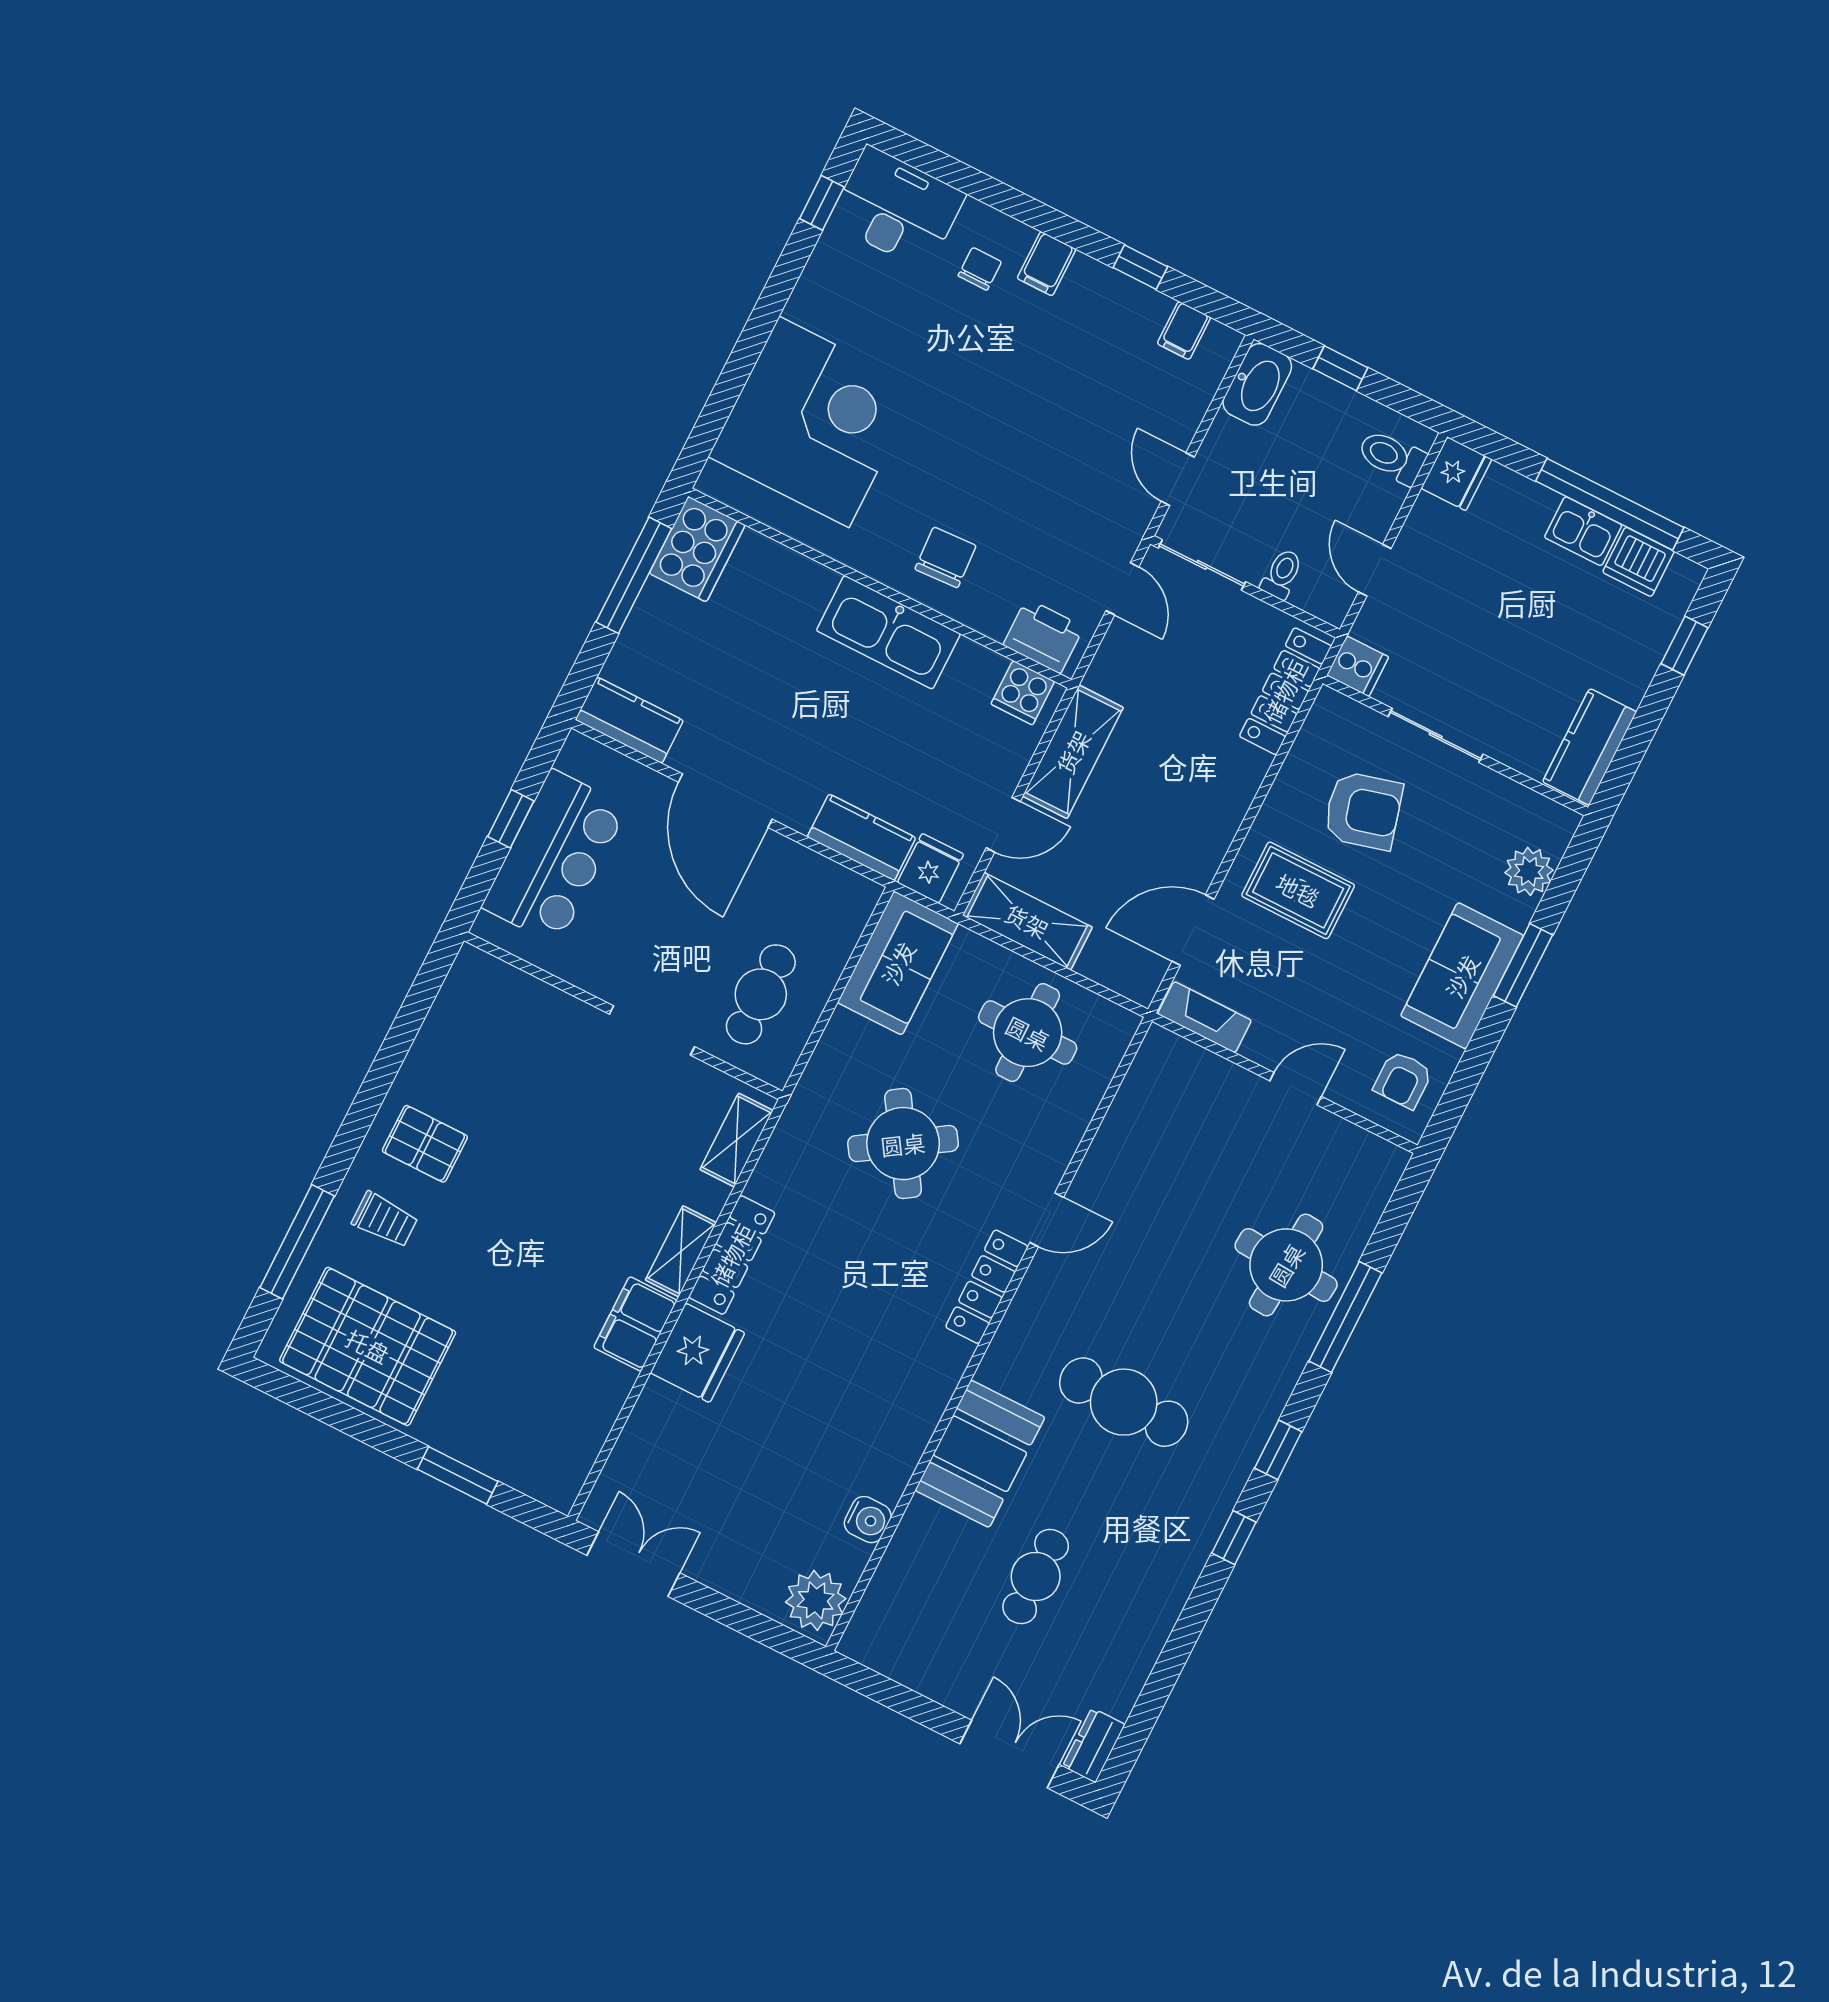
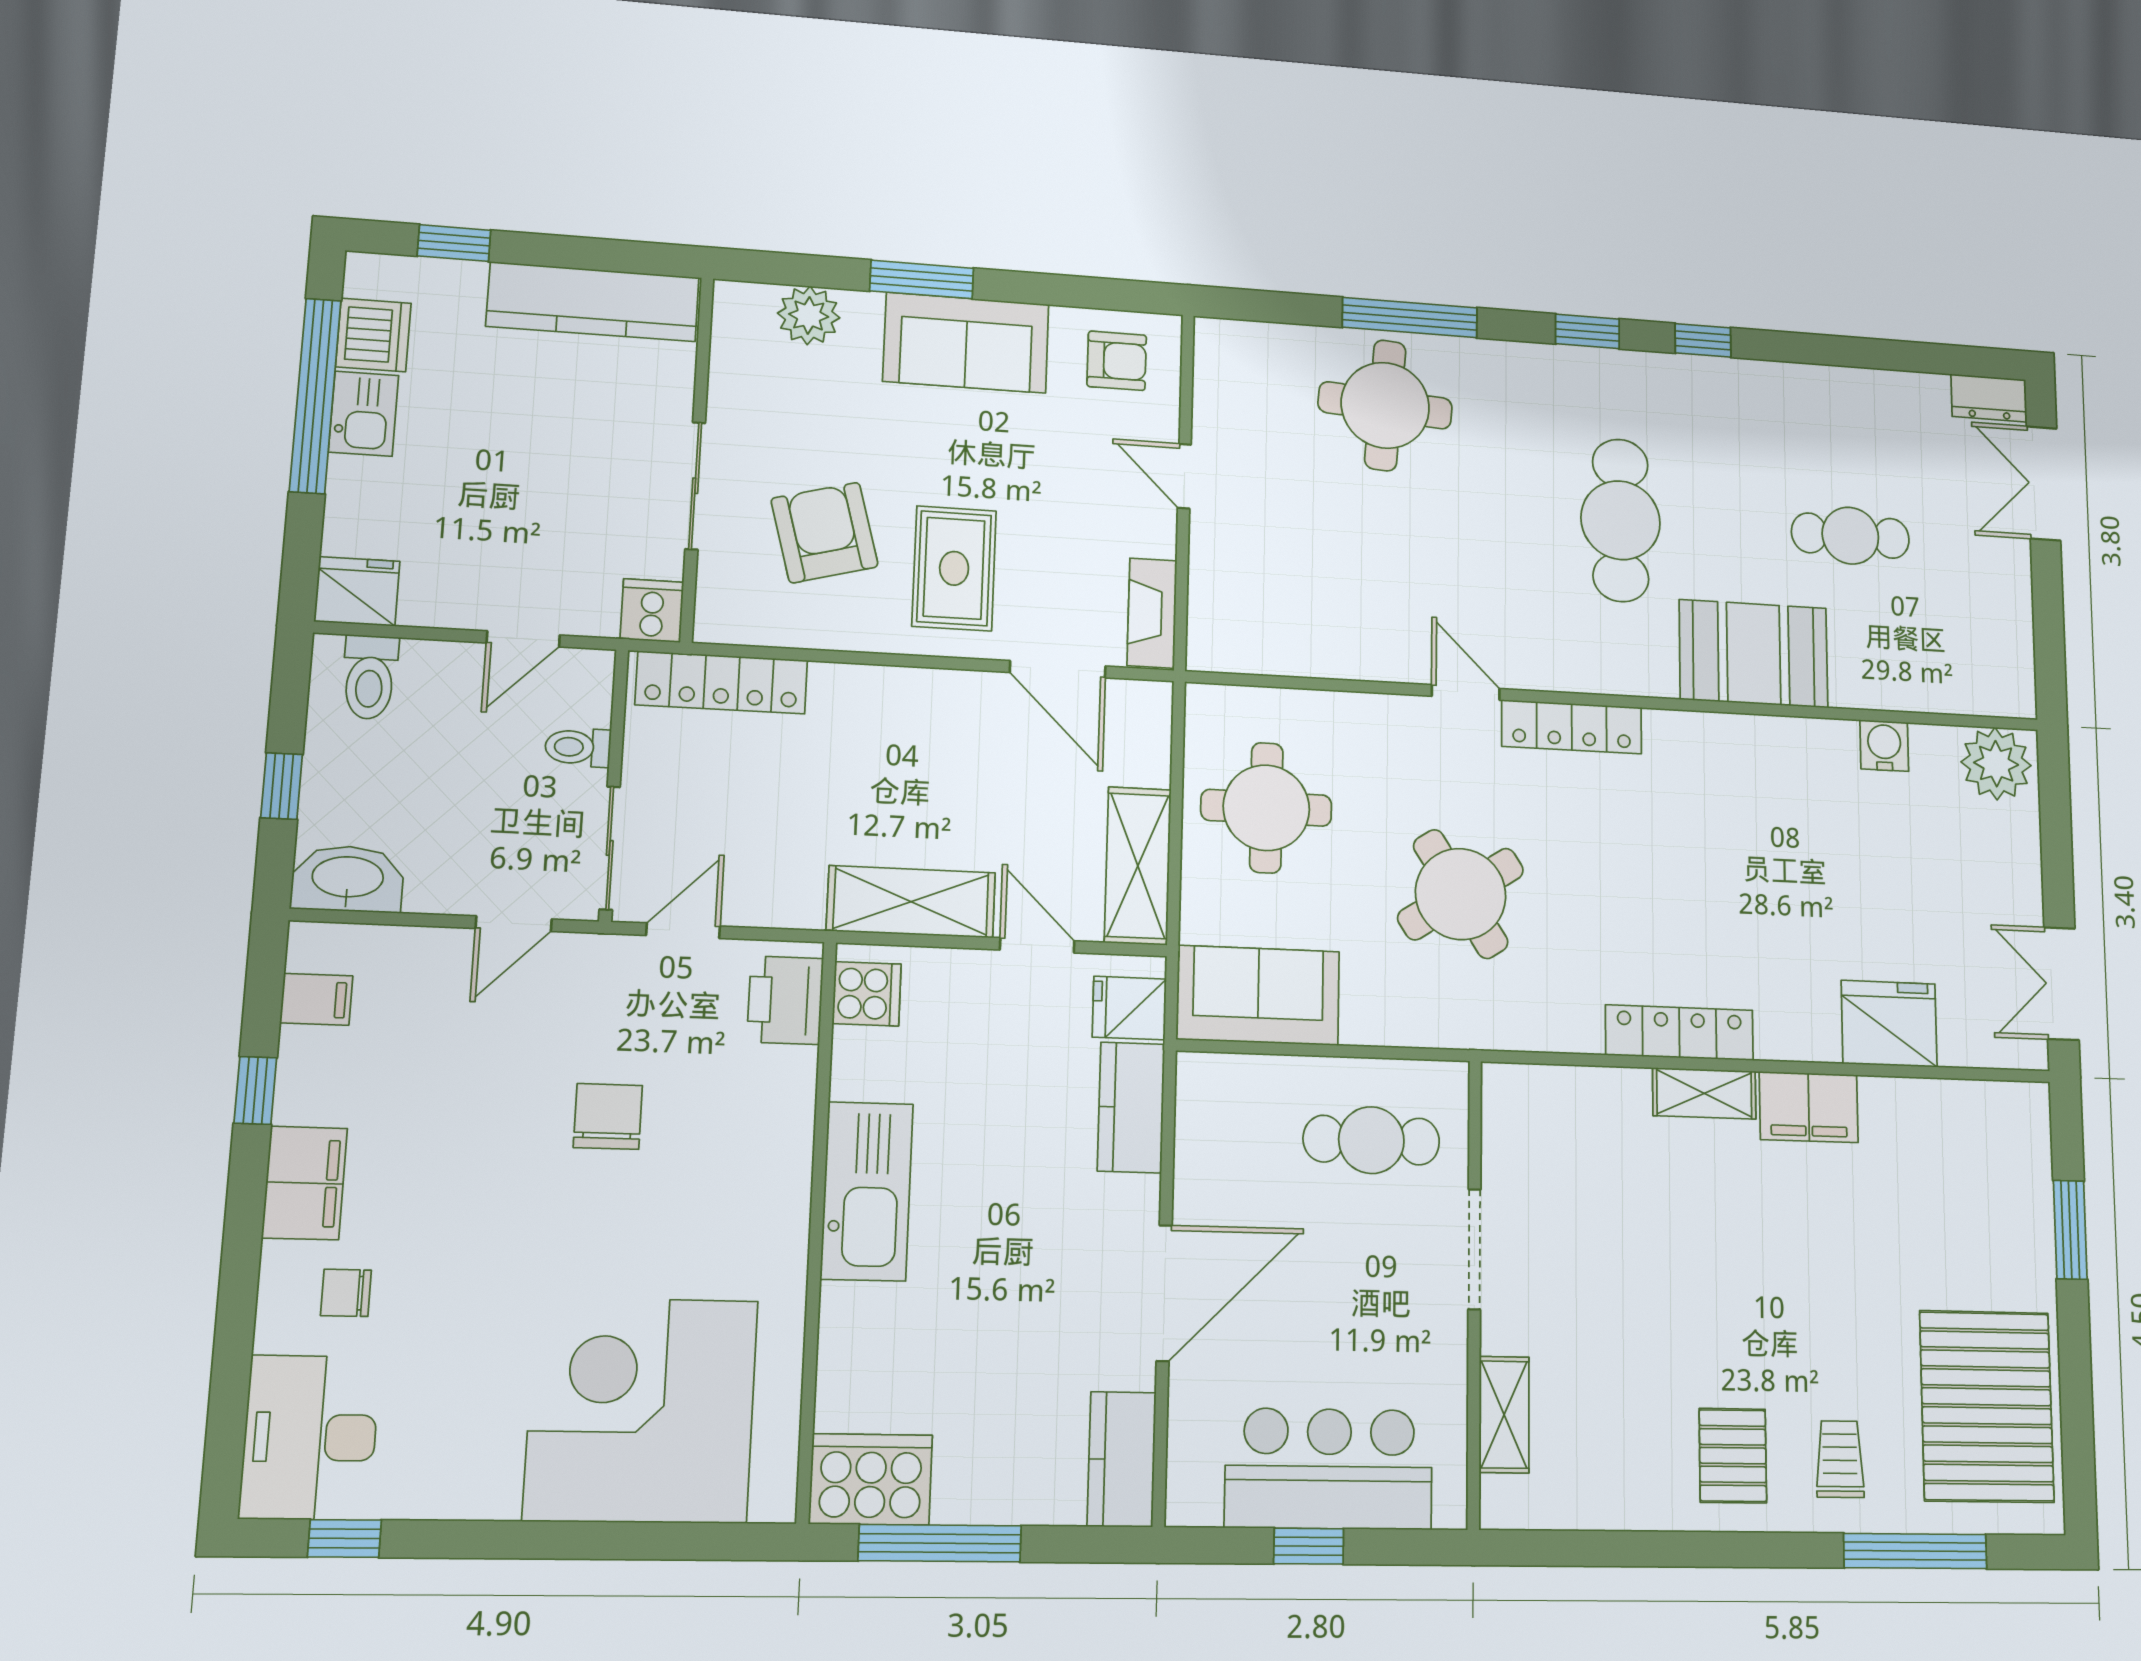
filing cabinet: (1046, 264) -> (305, 1183), width x2.00
chair: (946, 557) -> (608, 1116), moved, turned 93
kitchen counter: (1590, 747) -> (593, 302), width x1.50
shelving: (737, 1140) -> (1504, 1415), moved, turned 90
fridge: (698, 1353) -> (1889, 1024), moved

